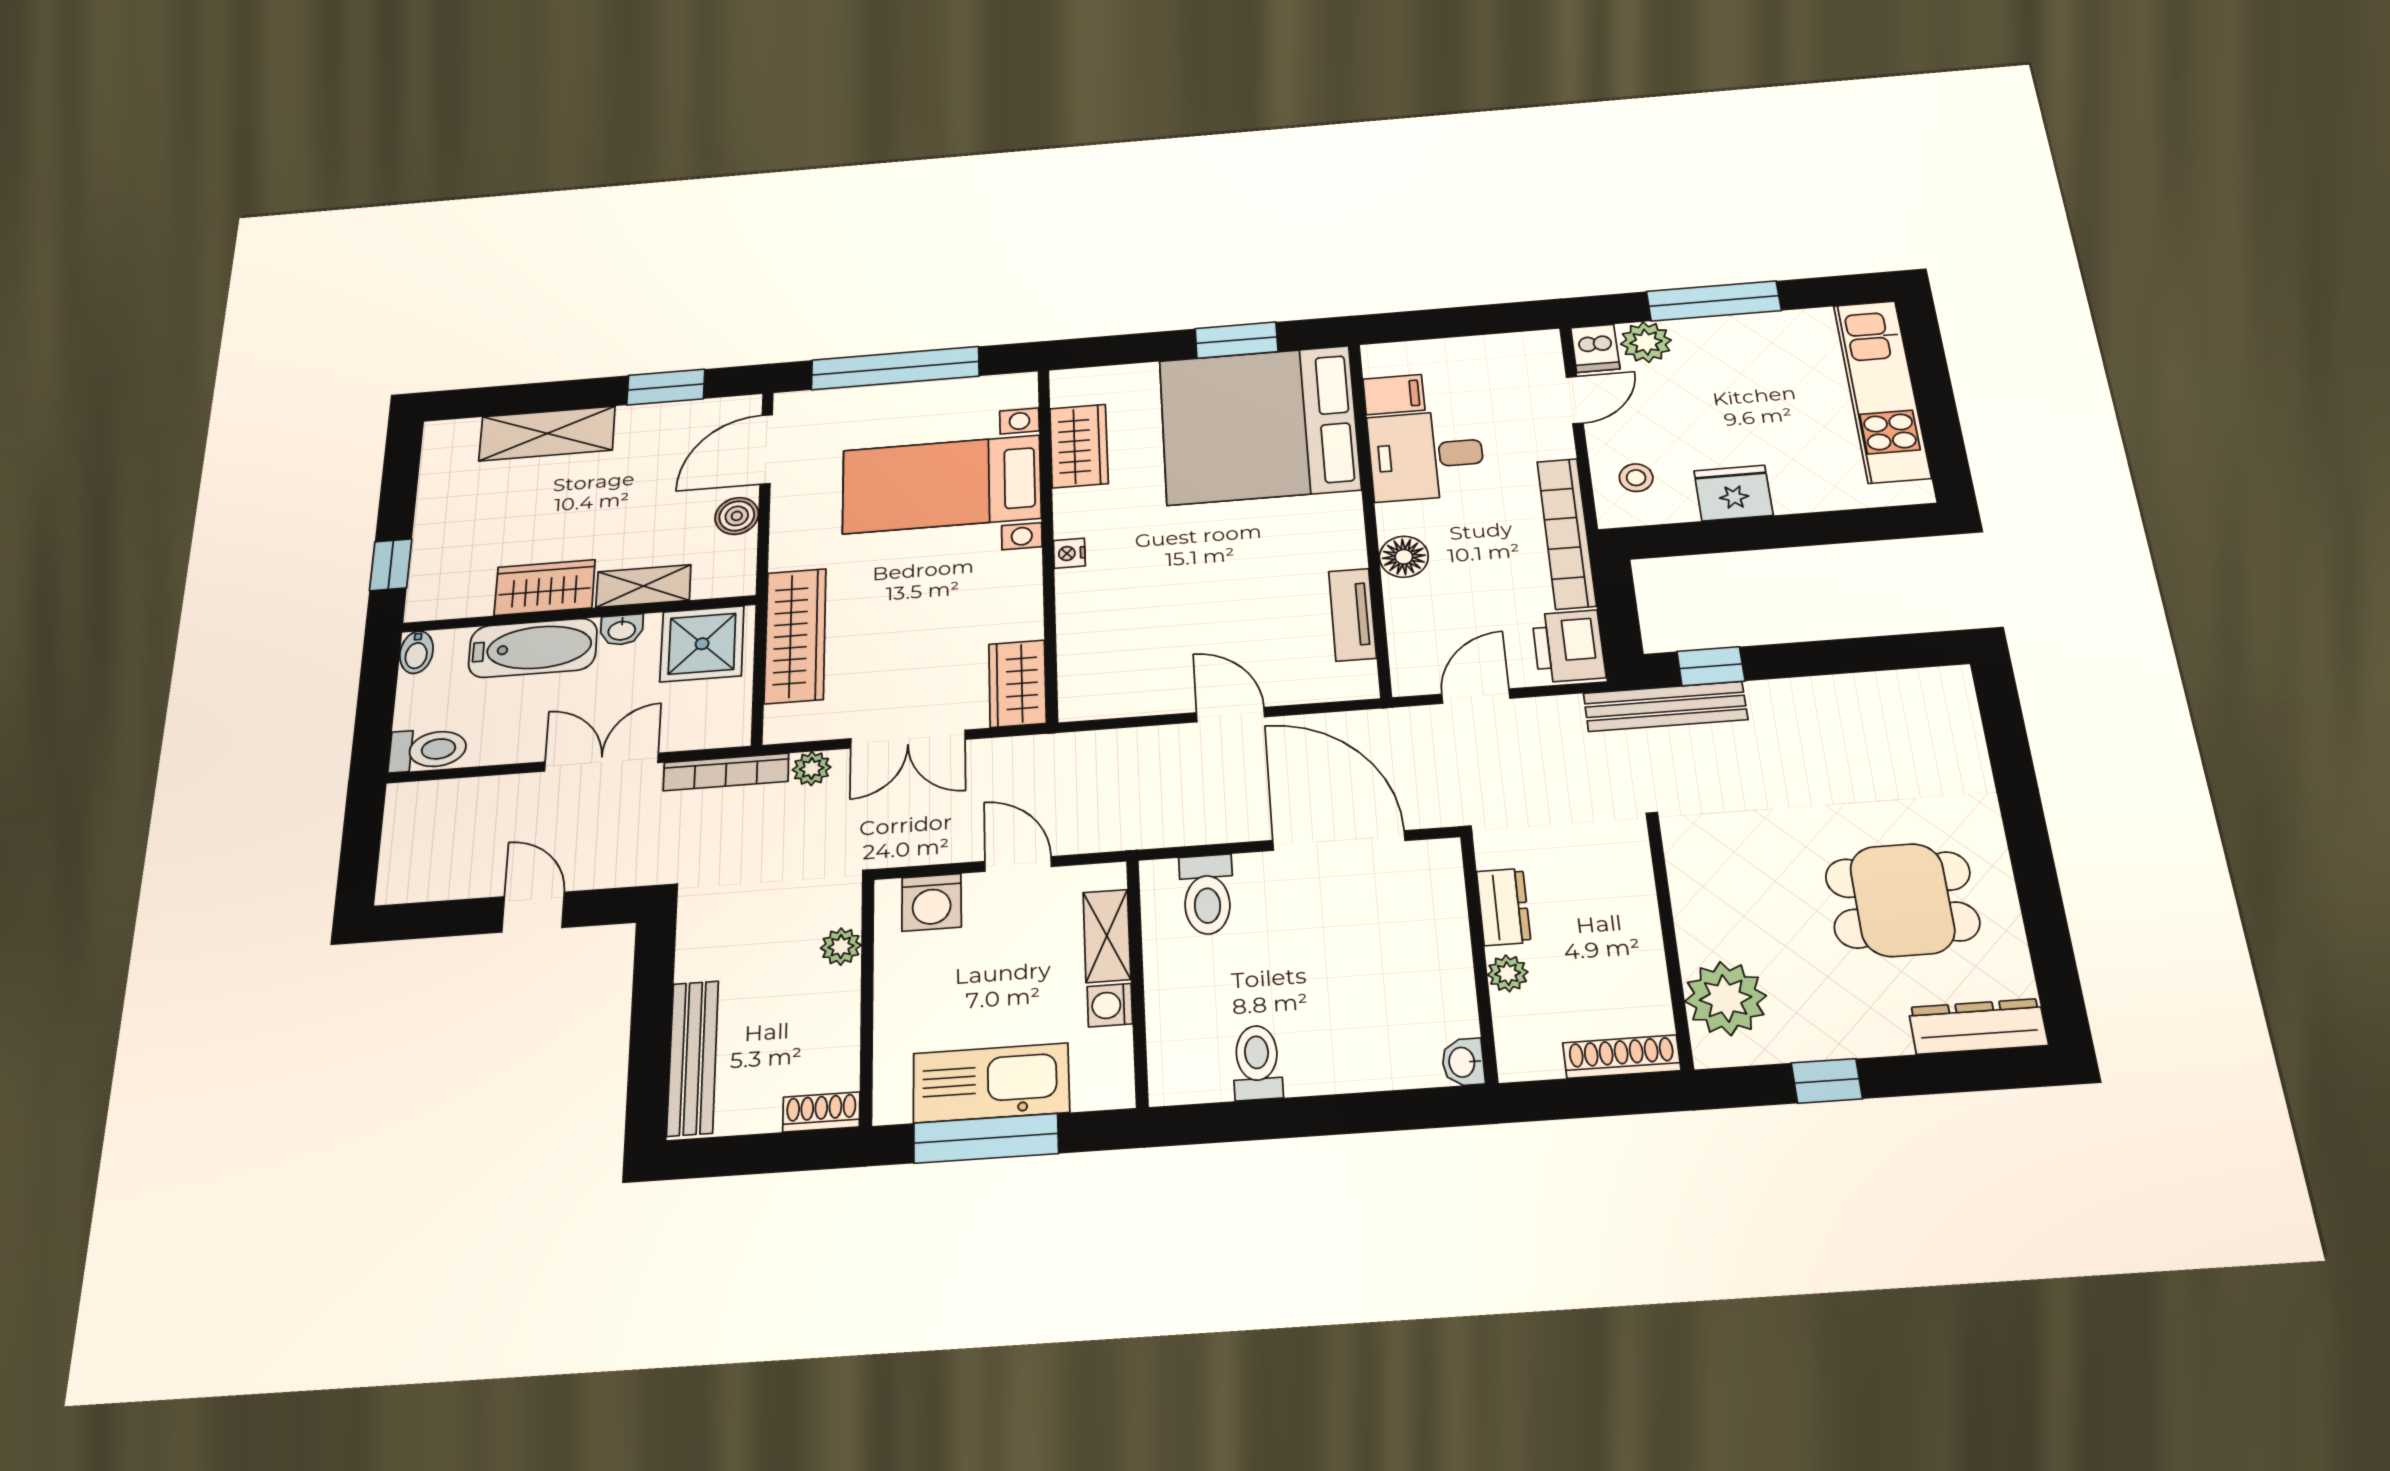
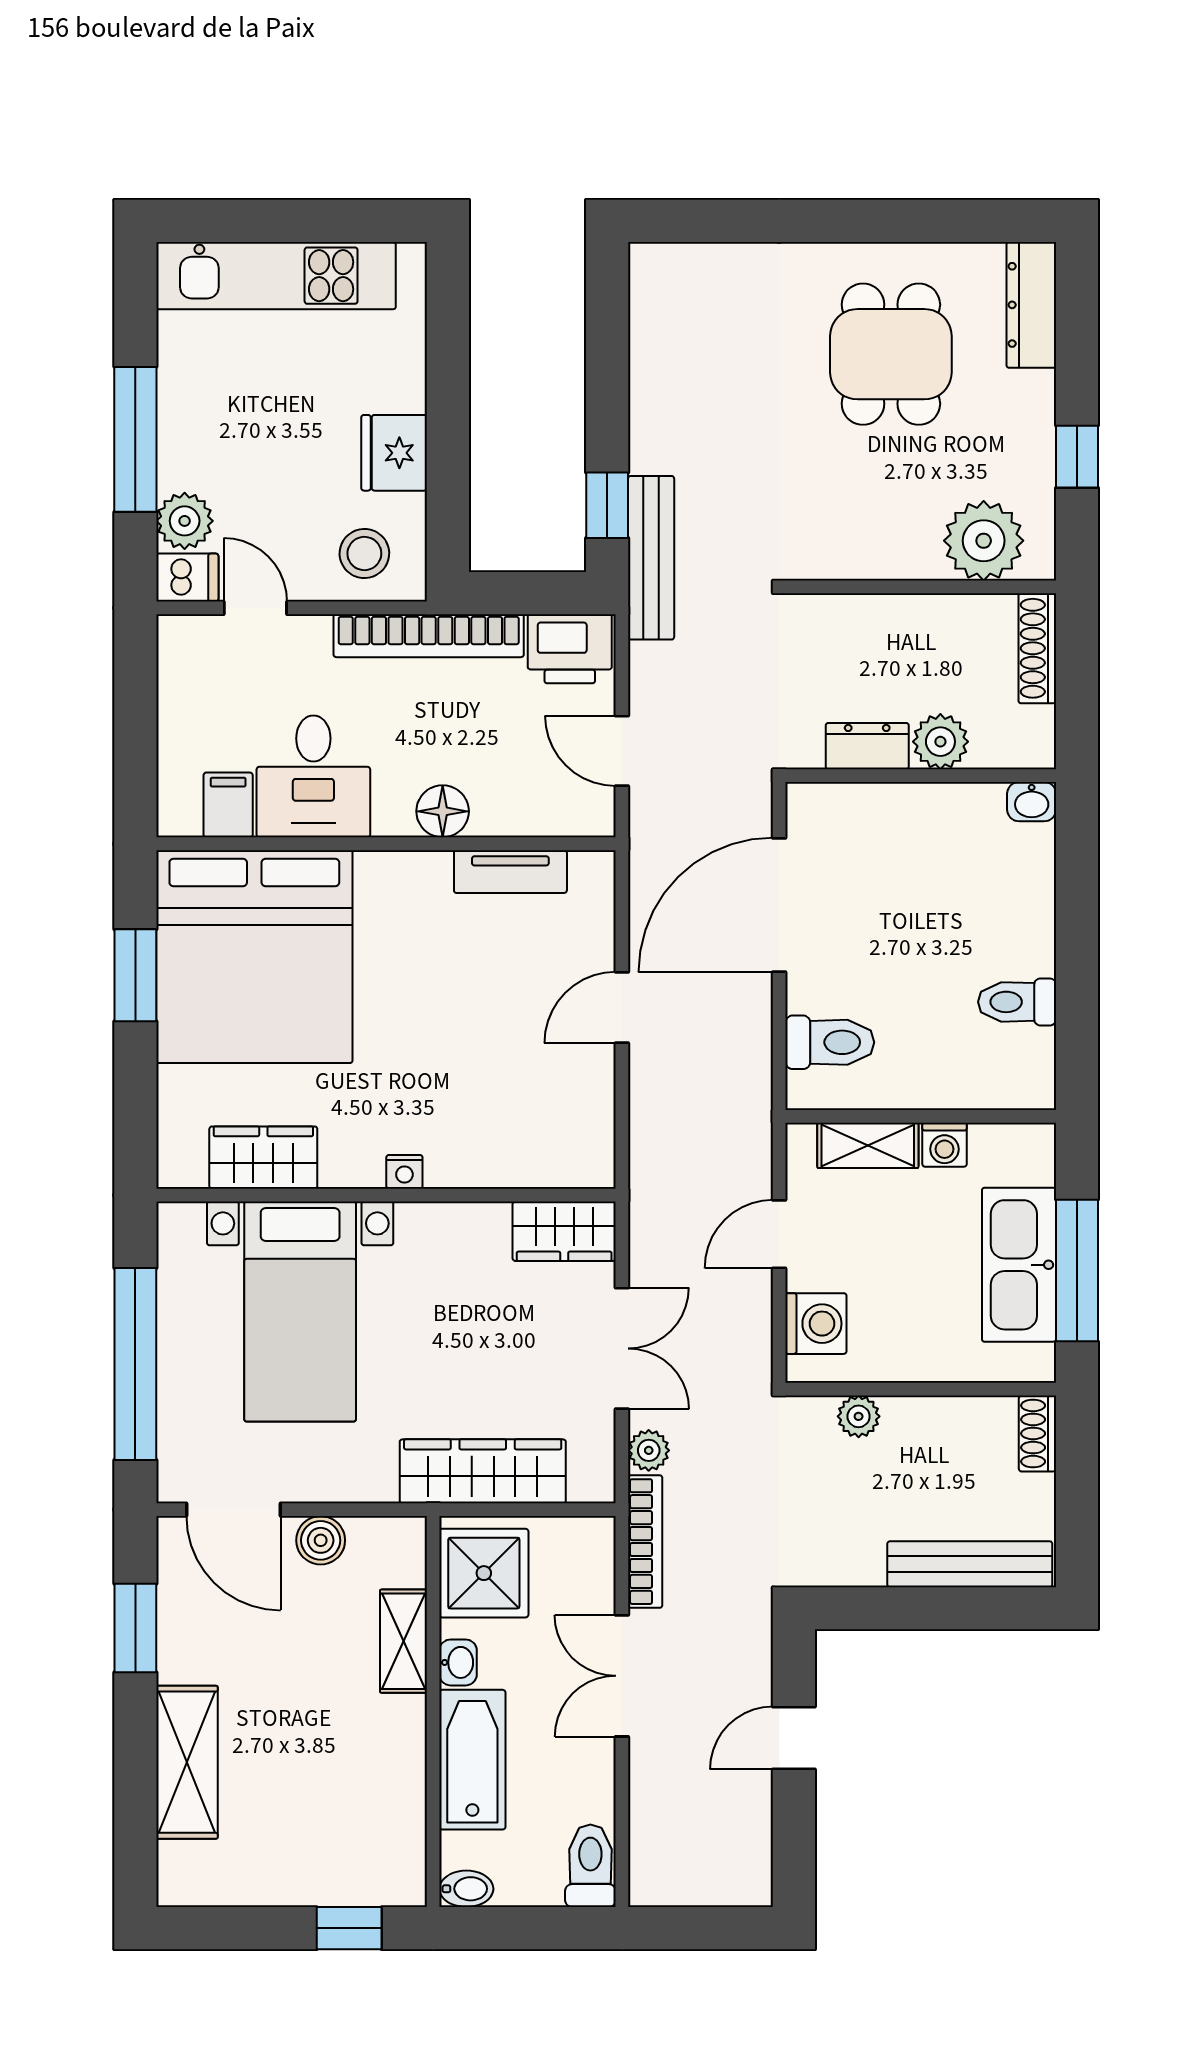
stool: (1636, 478) -> (364, 553), width x1.37, depth x1.37
wardrobe: (545, 588) -> (395, 1751), removed
plant: (1508, 973) -> (940, 742), width x1.38, depth x1.38

